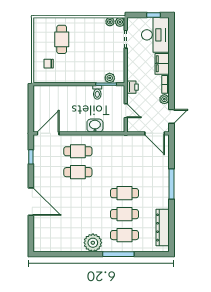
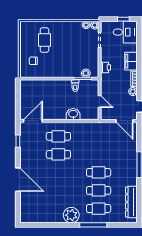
desk: (155, 35) -> (125, 32), width x0.73
printer: (133, 87) -> (106, 67), moved

